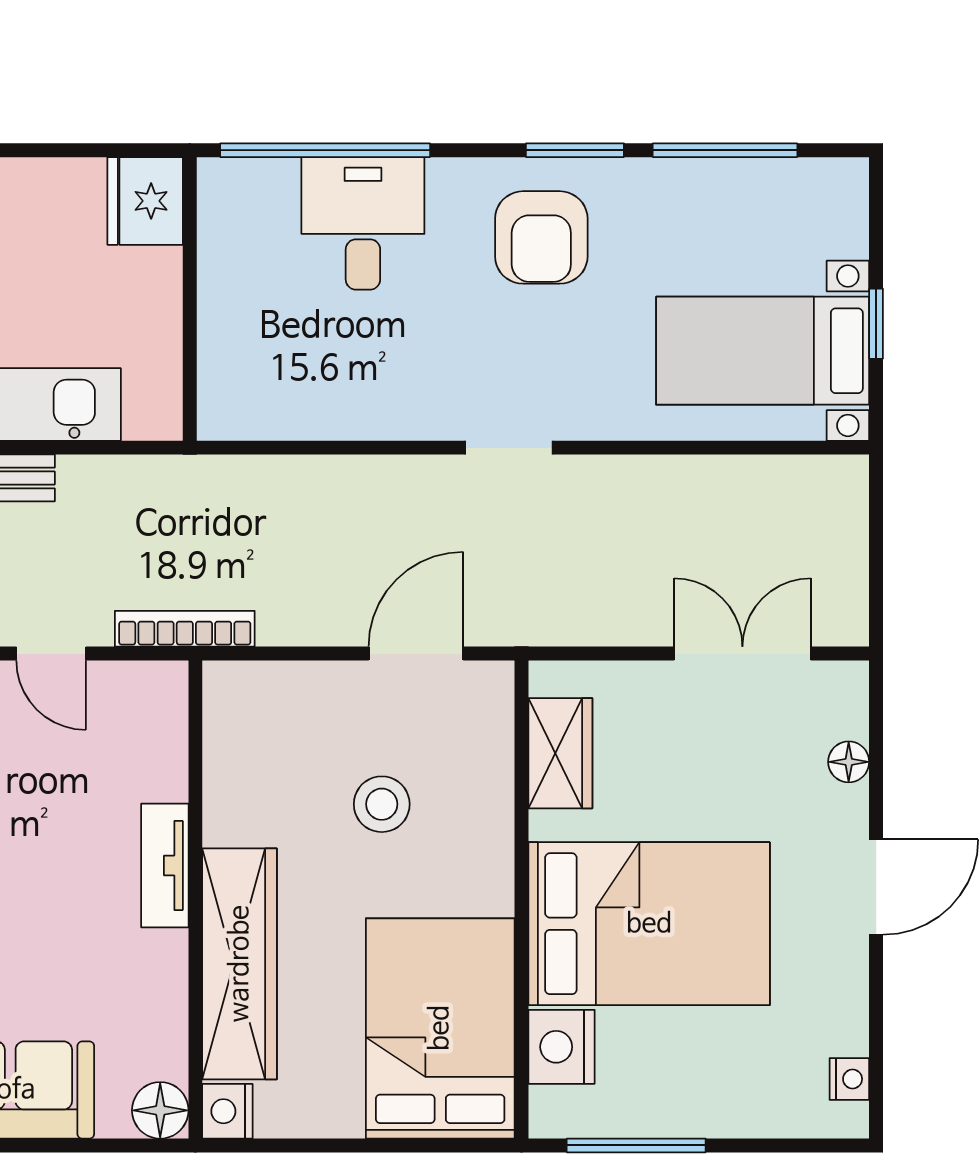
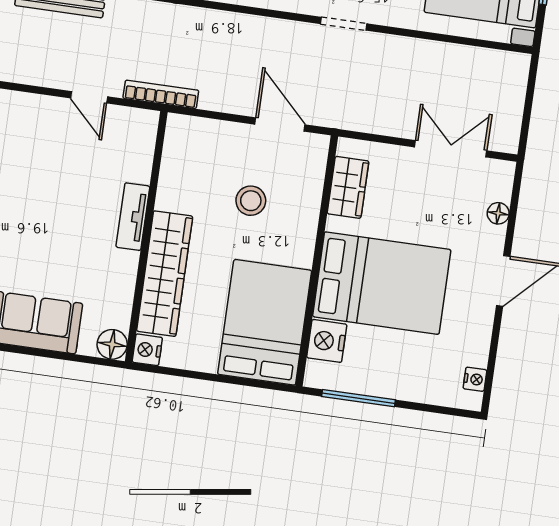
door: (416, 654) -> (280, 124), hinge flipped

